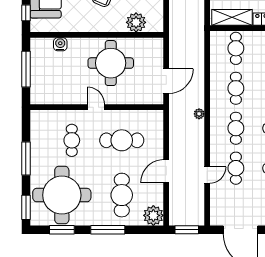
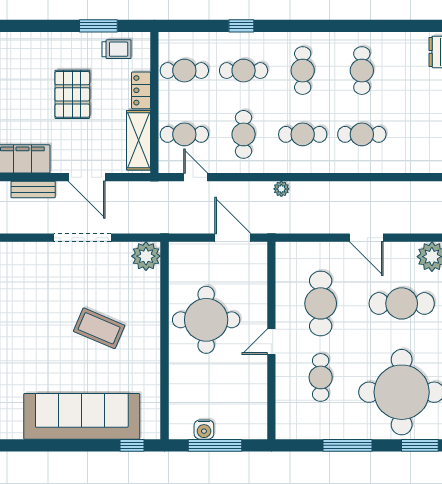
plant: (136, 22) -> (146, 256), moved
water cooler: (60, 44) -> (204, 430), moved, turned -90
cafe table: (236, 88) -> (244, 134), turned 90
cafe table: (72, 140) -> (321, 377), turned 90
door: (207, 175) -> (196, 177), moved

